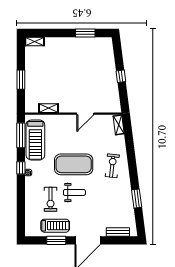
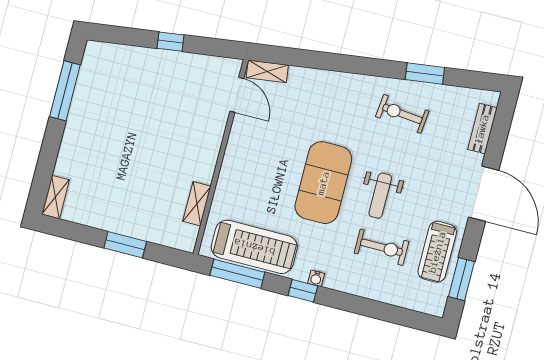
window: (85, 33) -> (65, 91), width x1.44
door: (85, 114) -> (237, 95), moved
exercise bike: (112, 166) -> (402, 114), moved
weight bench: (74, 192) -> (380, 196), turned 180
treadmill: (55, 226) -> (437, 252), turned 180
window: (56, 240) -> (462, 279), moved

